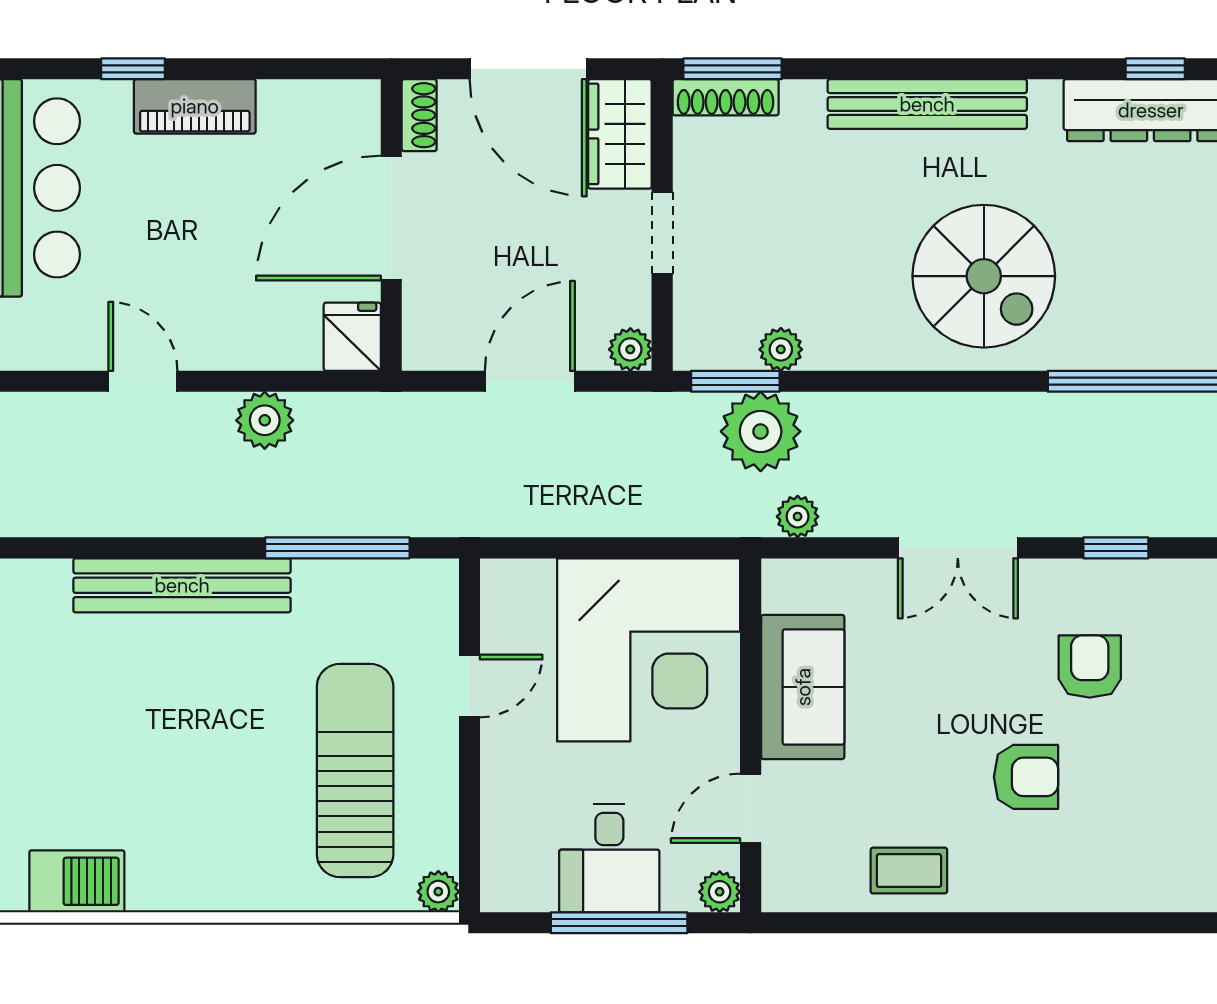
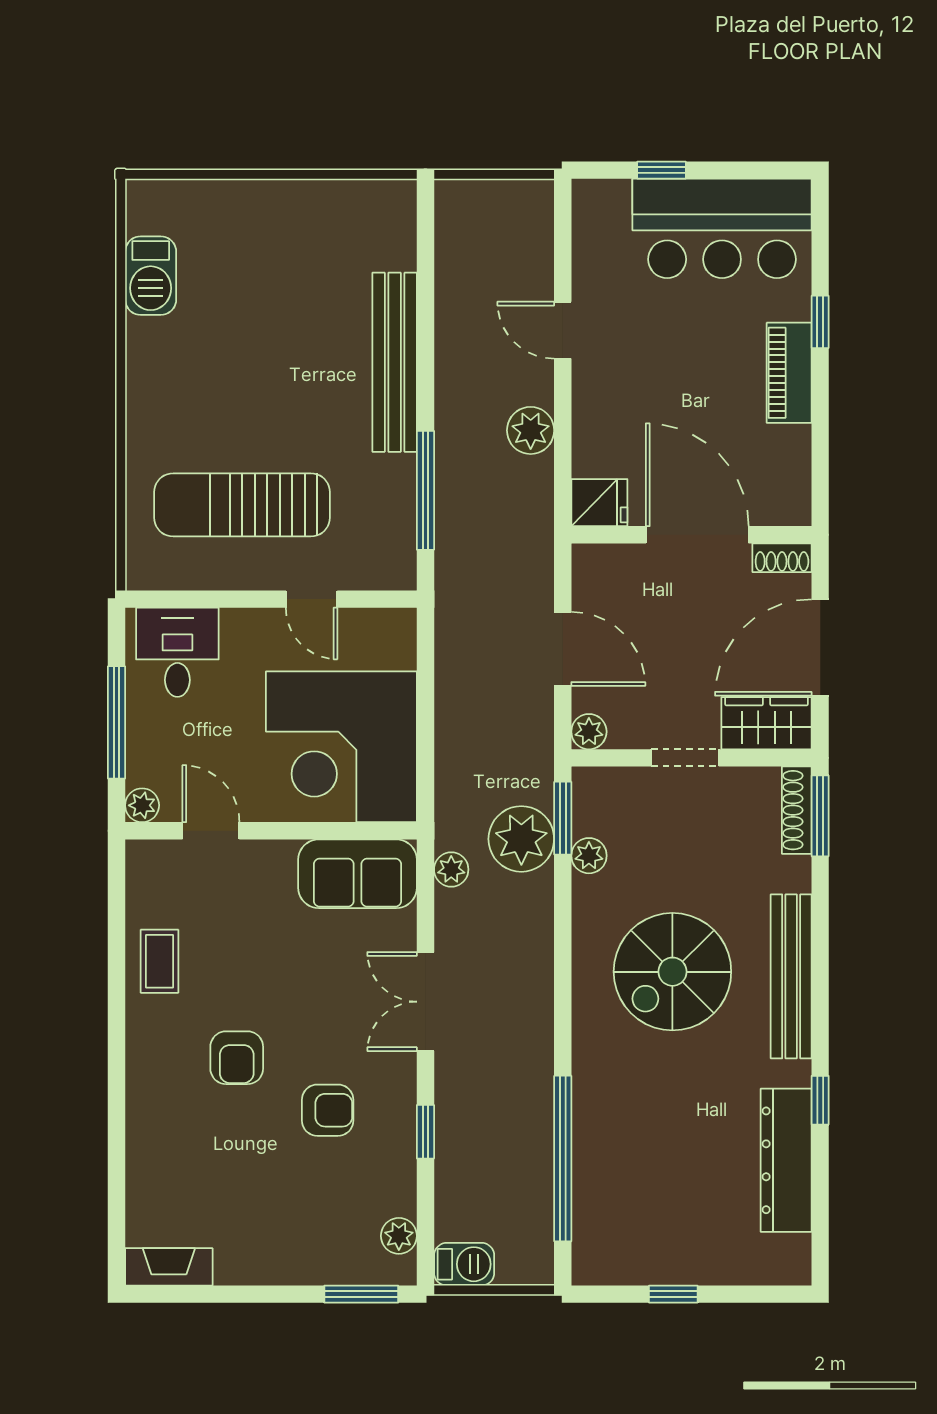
window: (1155, 69) -> (820, 1100), moved
spiral stairs: (984, 276) -> (672, 972), moved
door: (143, 381) -> (563, 330), swing flipped
sofa: (803, 687) -> (358, 874), moved
sun lounger: (355, 770) -> (242, 505), turned 180
desk: (609, 858) -> (177, 652), moved, turned 90
plant: (438, 892) -> (142, 573), removed

